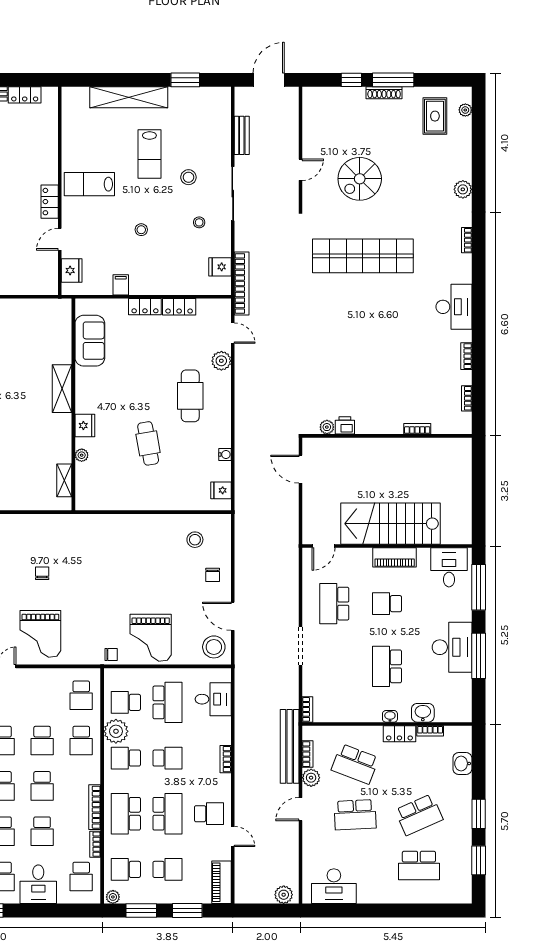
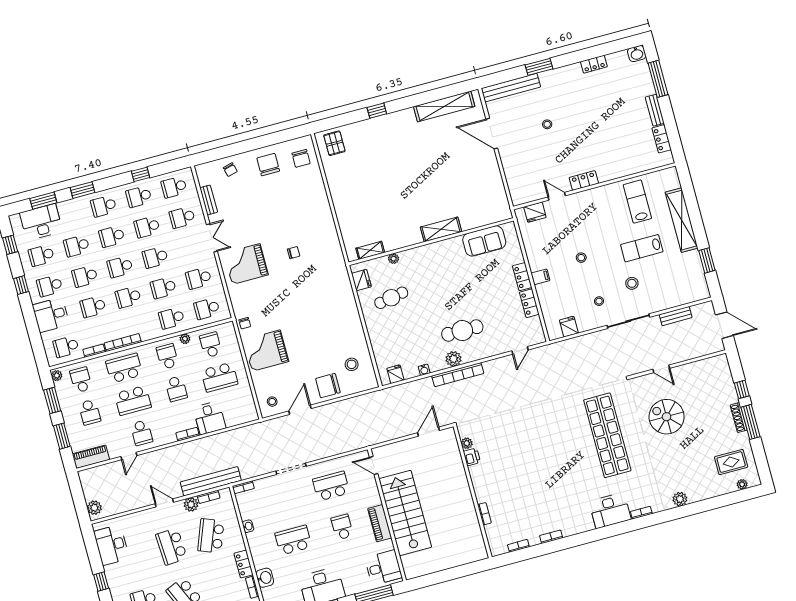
lab bench: (89, 184) -> (637, 202), moved
bookcase: (242, 283) -> (458, 375), moved
filing cabinet: (121, 285) -> (540, 277), moved
desk: (454, 307) -> (610, 511), moved
plant: (221, 361) -> (454, 359), moved
fridge: (85, 426) -> (361, 280), moved, turned -90
cafe table: (148, 443) -> (391, 298), moved
chair: (213, 575) -> (328, 386), width x1.87, depth x1.87
stool: (214, 647) -> (272, 402), width x0.53, depth x0.53
school desk: (42, 695) -> (199, 278), added
desk: (213, 699) -> (209, 418), moved
washbasin: (390, 716) -> (248, 526), moved
plant: (116, 731) -> (185, 339), width x0.53, depth x0.53
window: (374, 910) -> (101, 582), added

